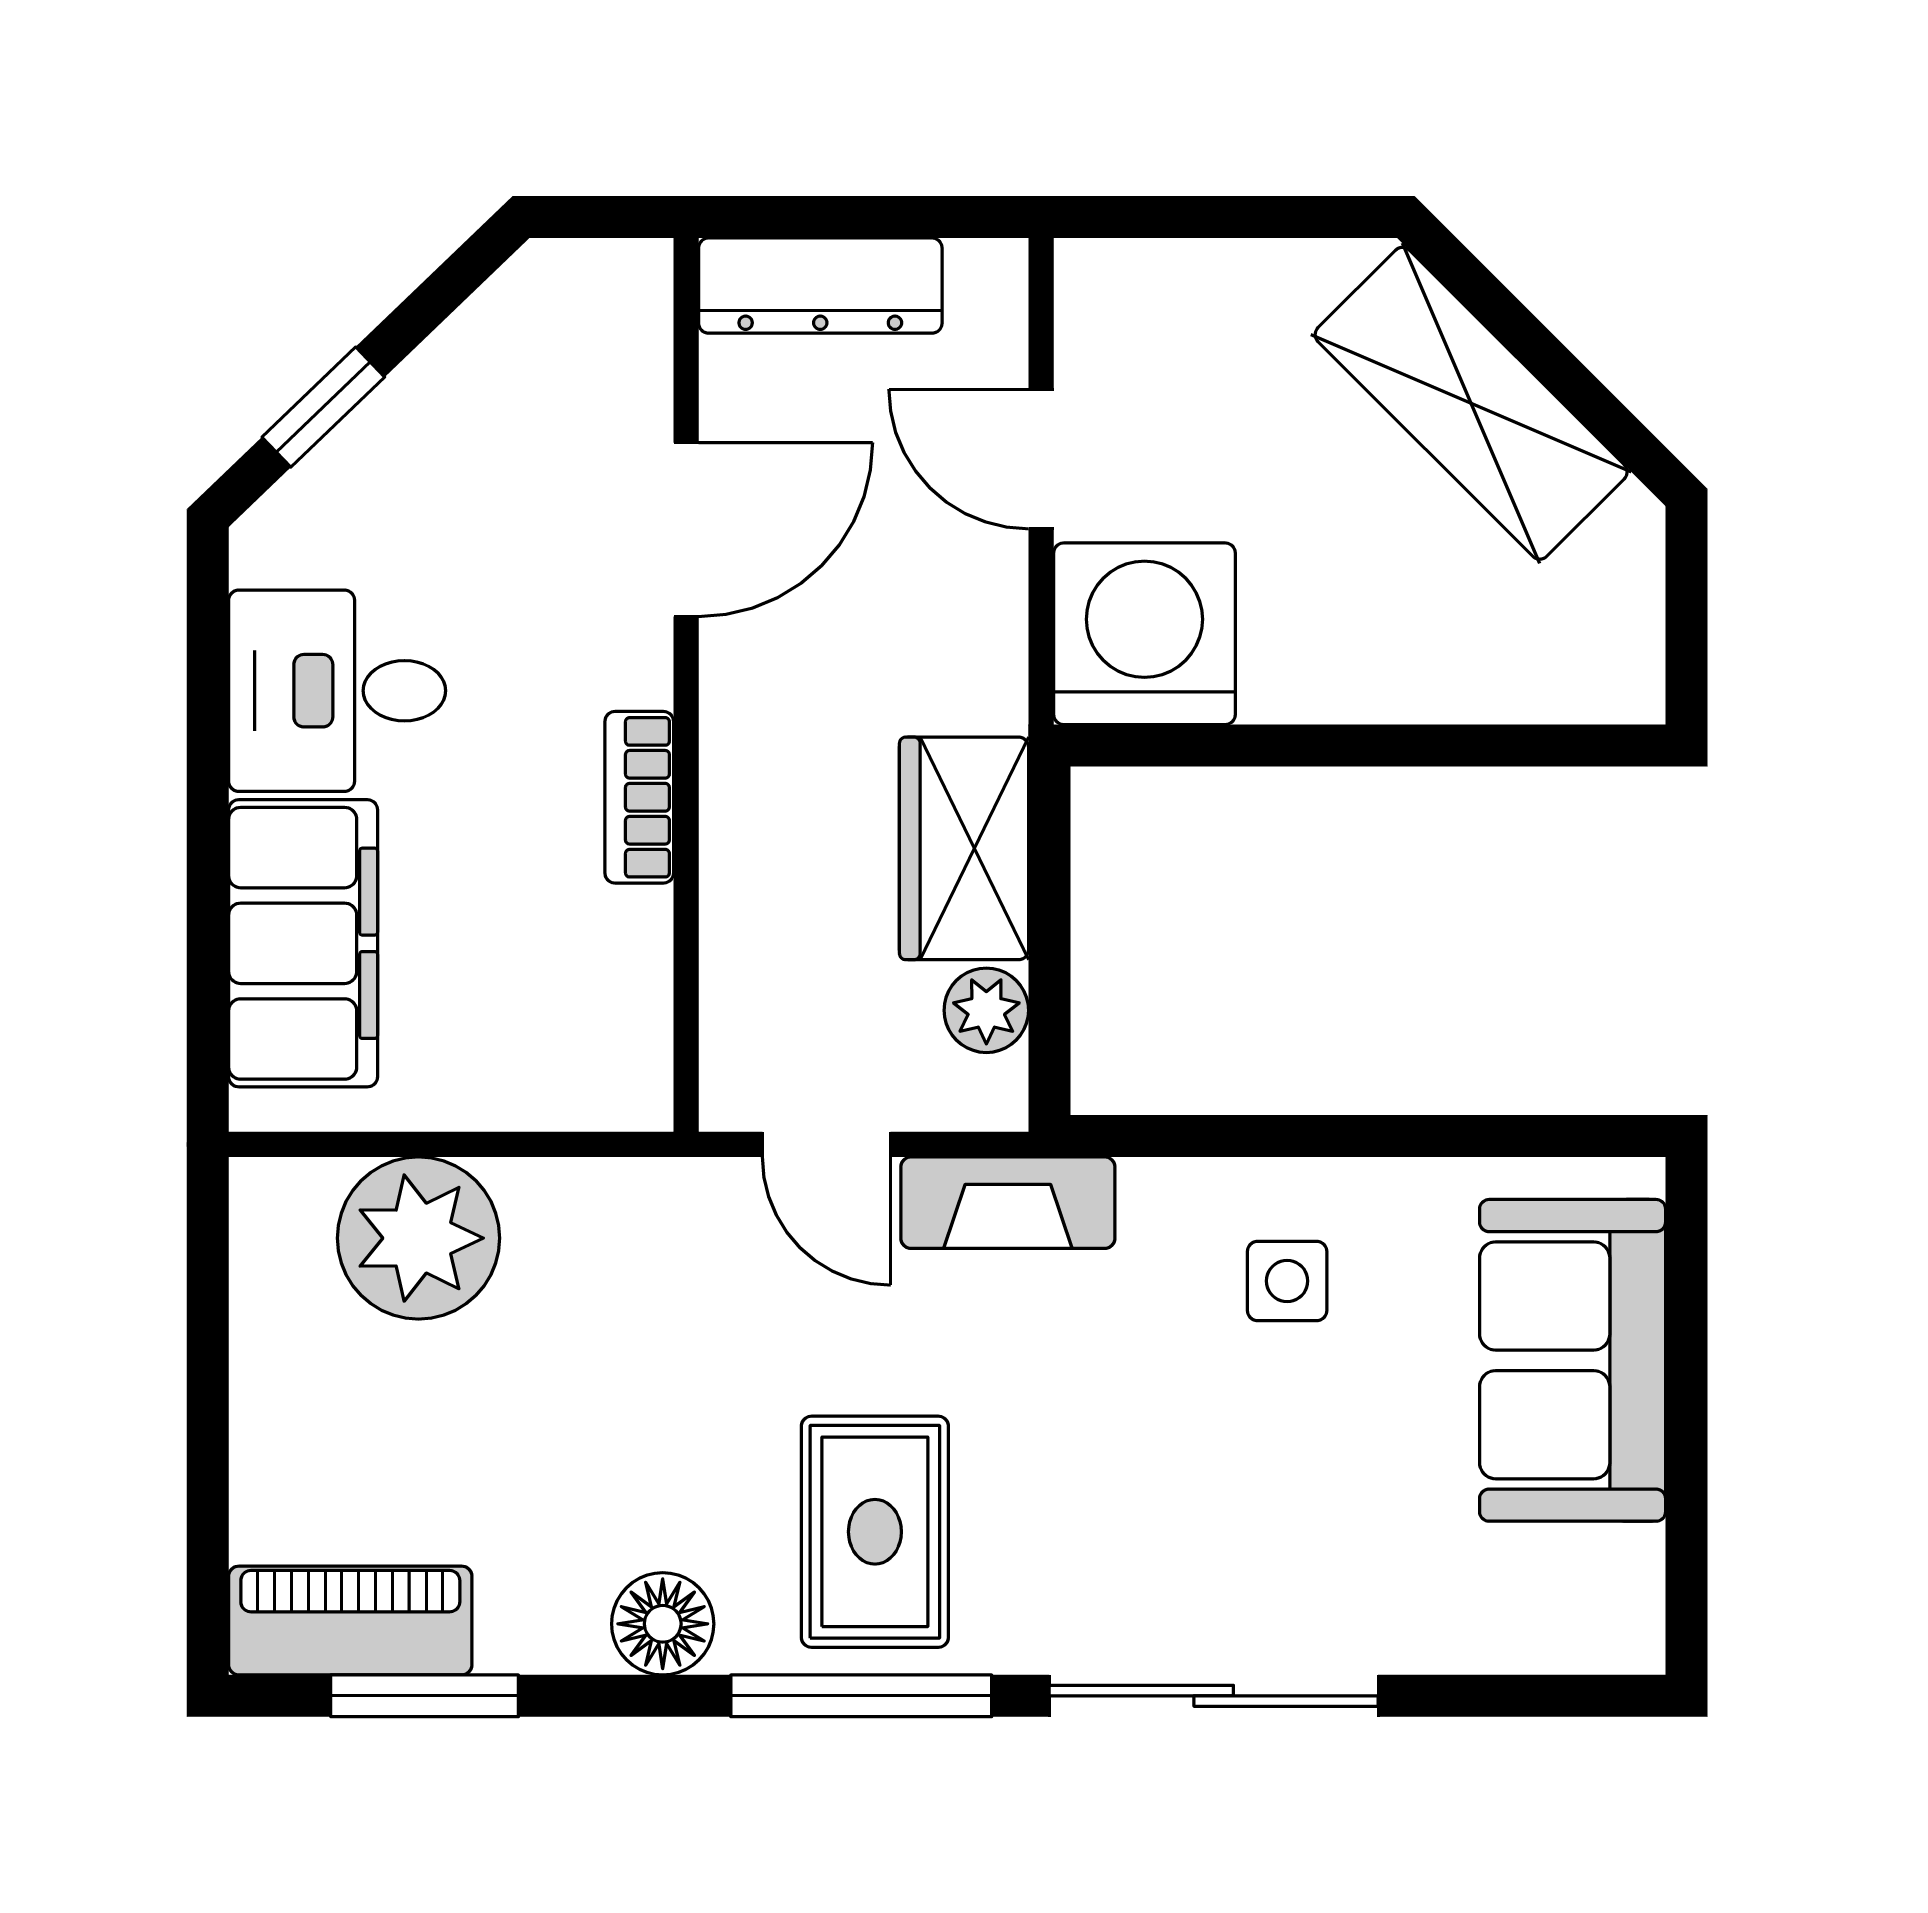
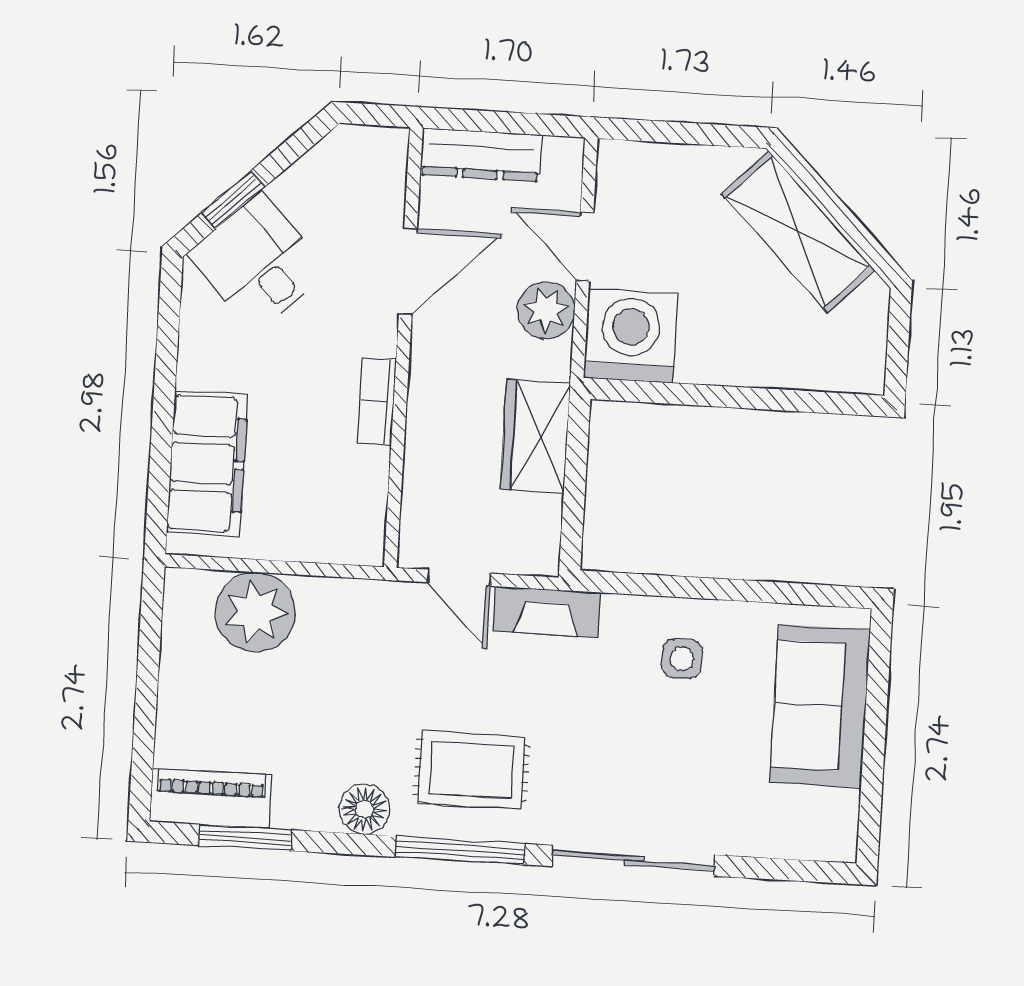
desk: (337, 691) -> (258, 263), moved, turned 46
plant: (986, 1010) -> (546, 310), moved, width x1.38, depth x1.38
rug: (875, 1532) -> (472, 770), turned 90

